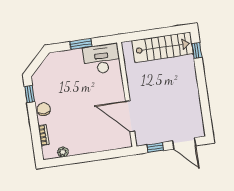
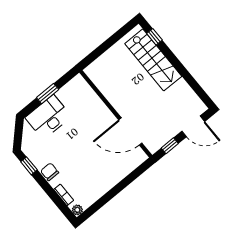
stairs: (163, 47) -> (153, 60), moved, turned 90
desk: (102, 59) -> (48, 117), moved
plant: (63, 152) -> (77, 210), moved

